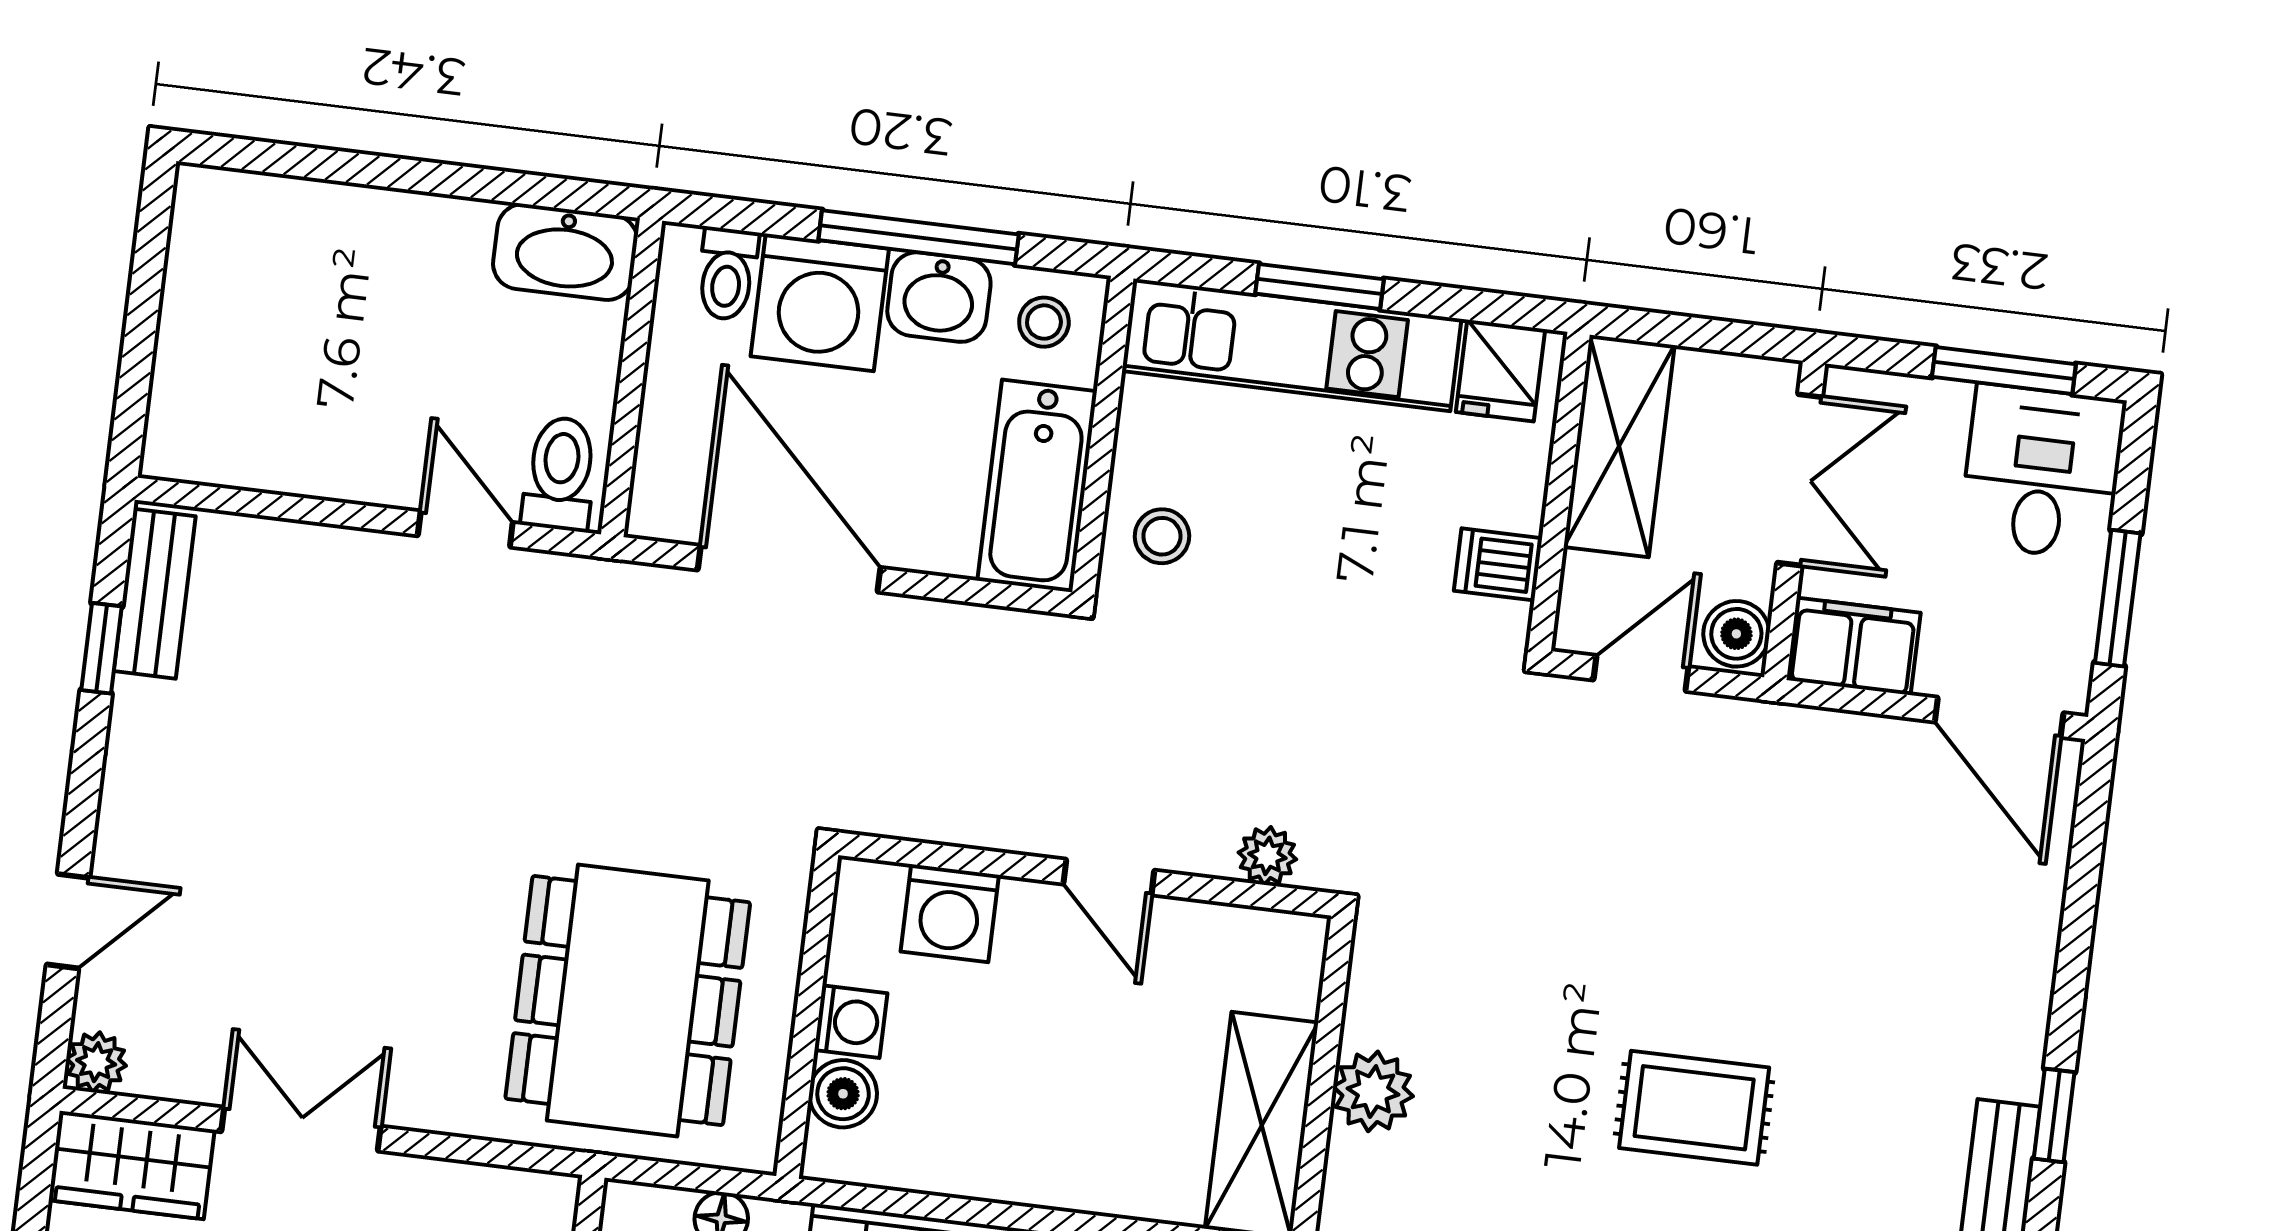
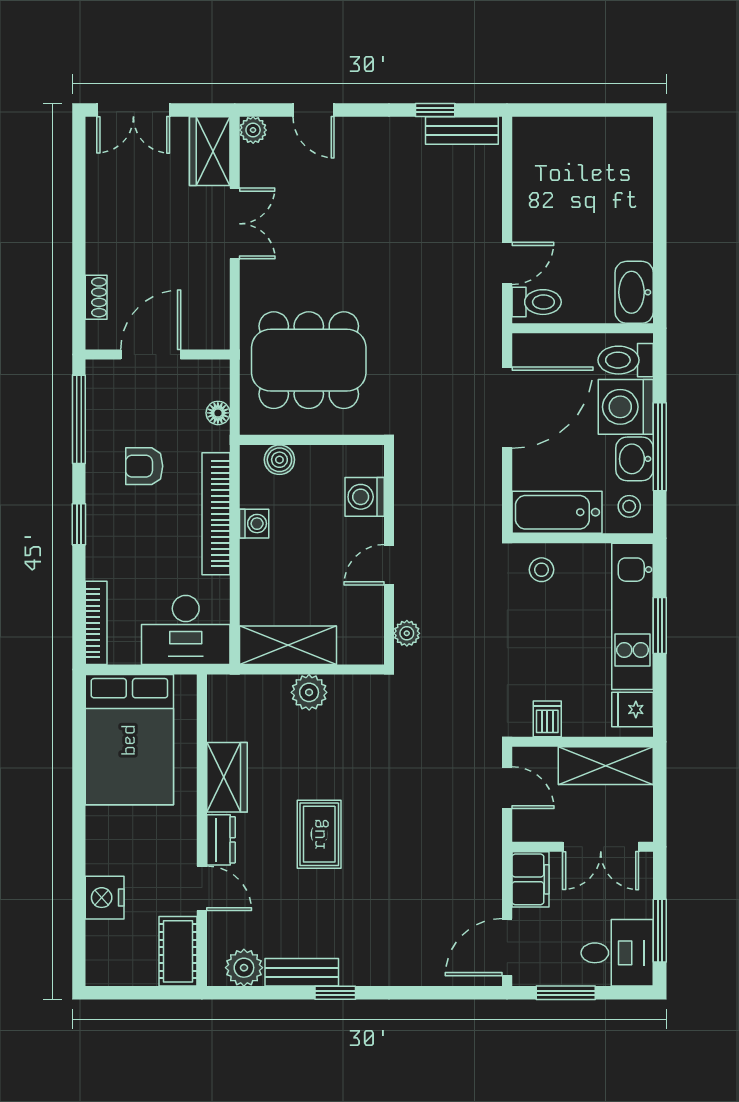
toilet: (727, 274) -> (626, 360), width x1.37, depth x1.39
boiler: (1736, 634) -> (530, 827), removed
washing machine: (851, 1022) -> (254, 524), moved, turned -90

